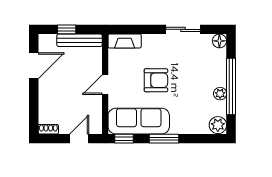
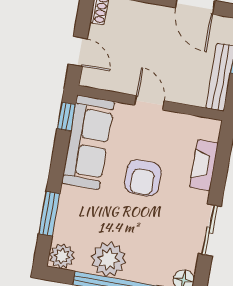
fireplace: (125, 41) -> (204, 165), moved
plant: (220, 94) -> (109, 259), width x1.88, depth x1.88
window: (164, 139) -> (49, 214), moved

